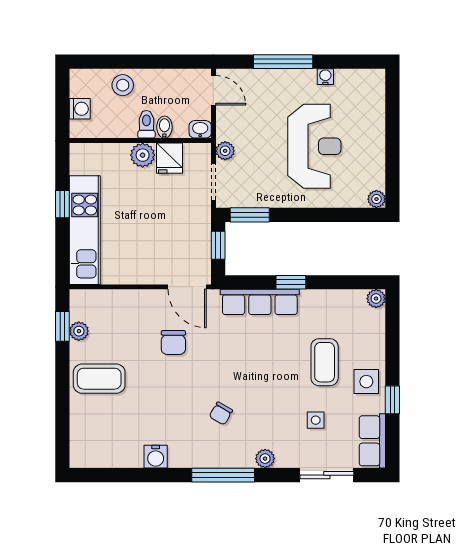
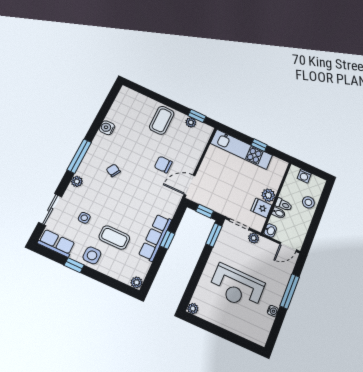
row of seats: (260, 302) -> (155, 237), moved

